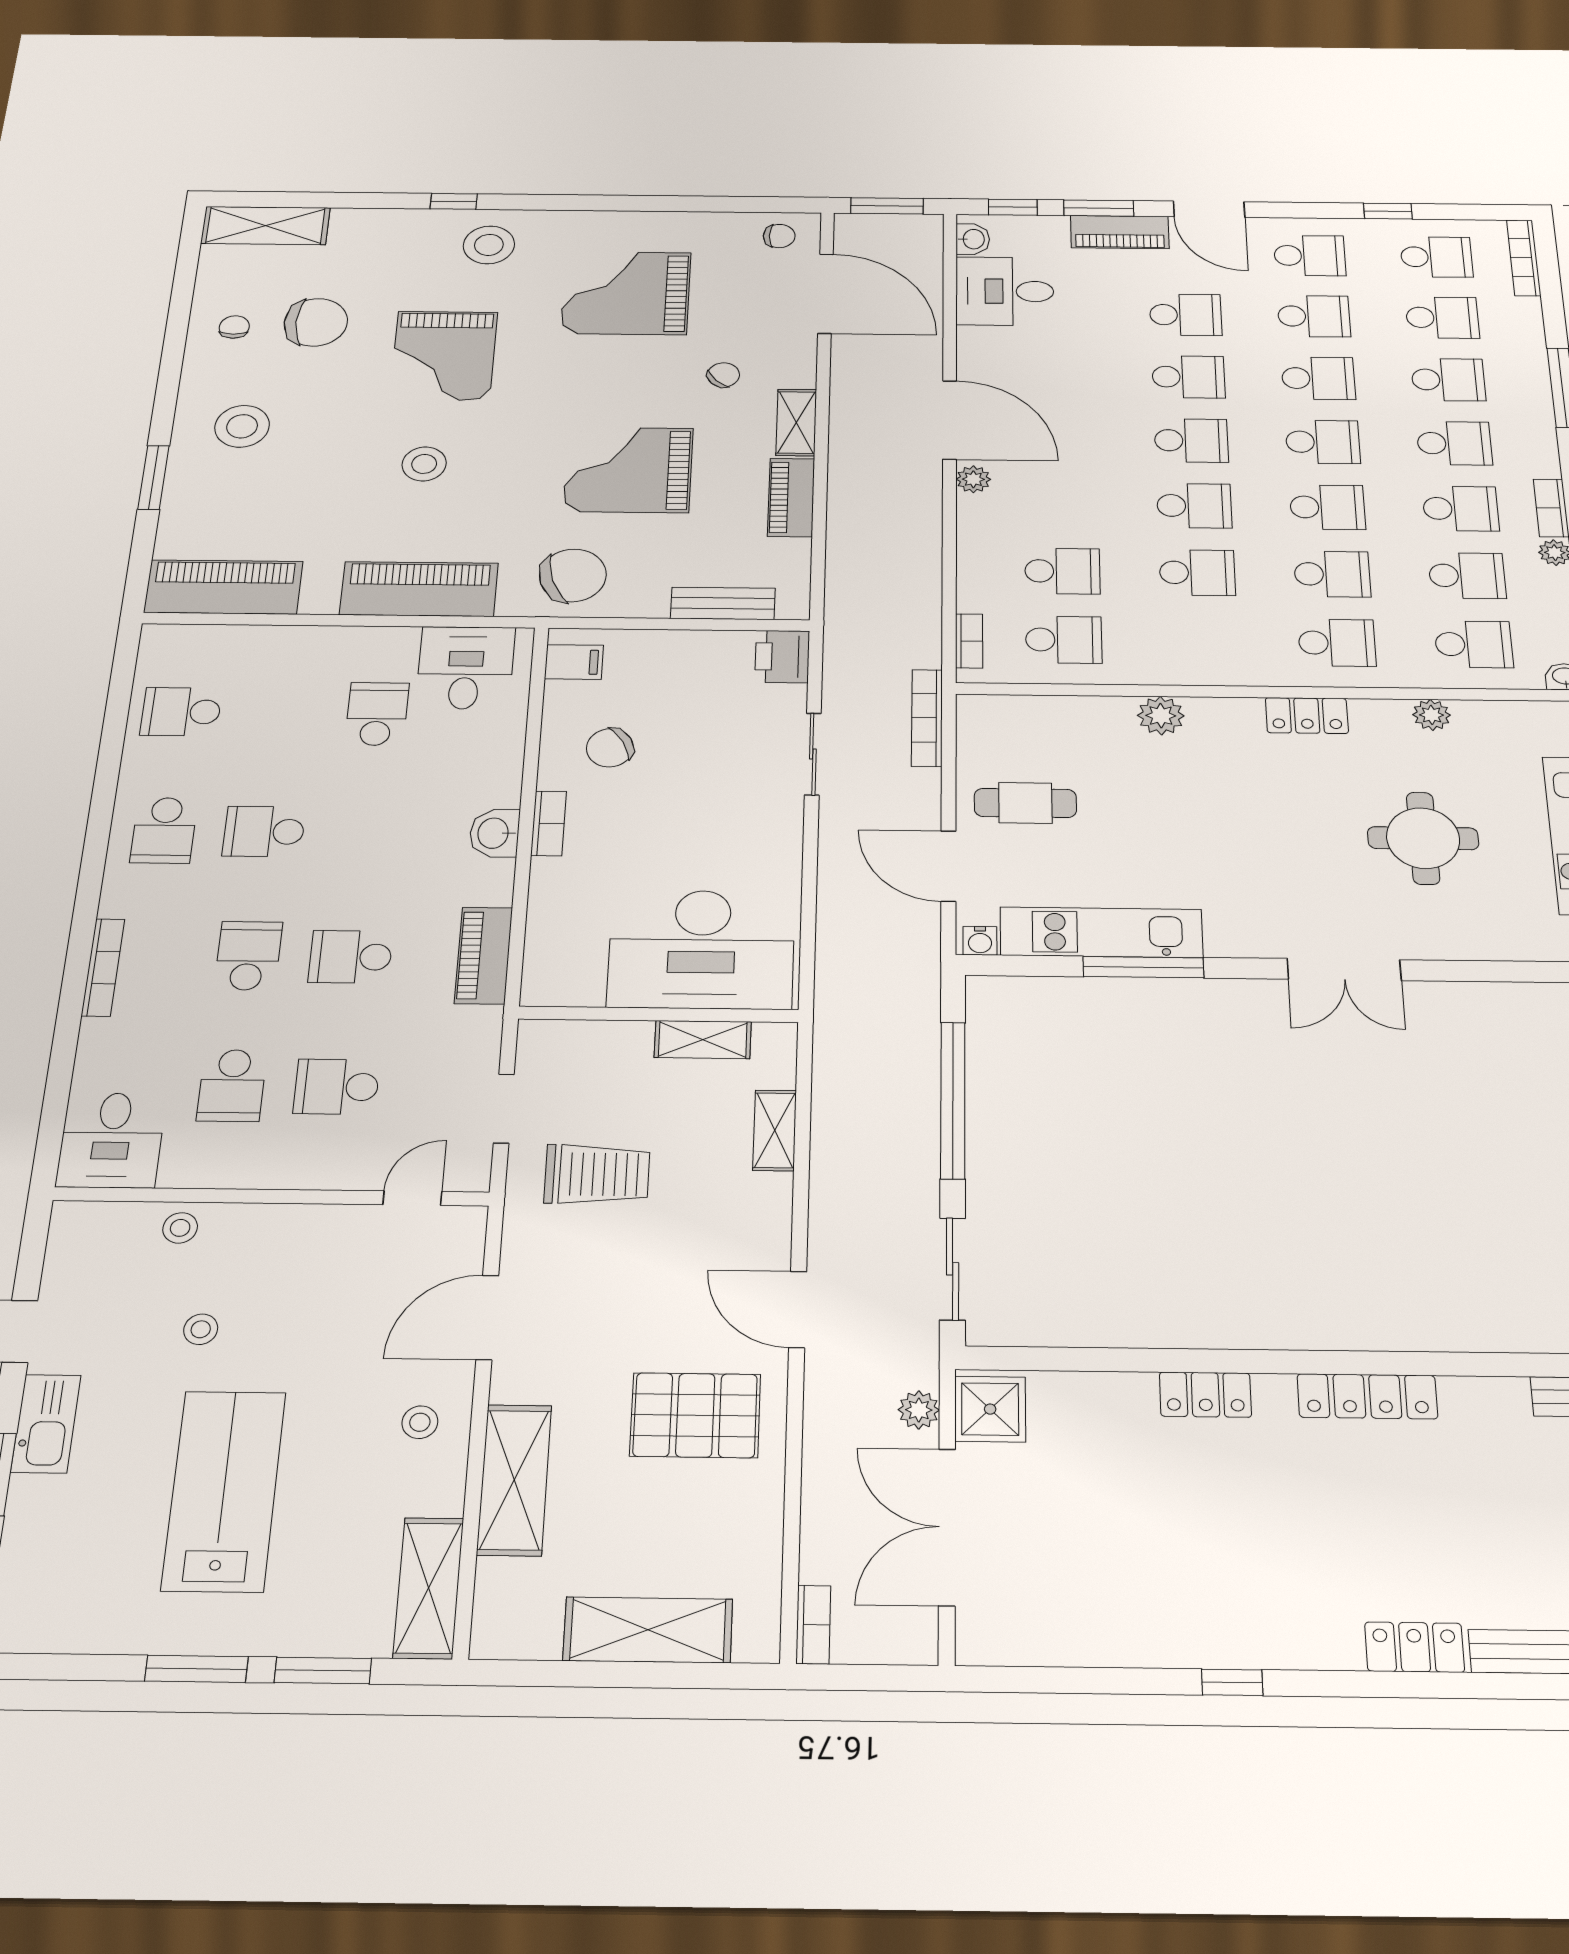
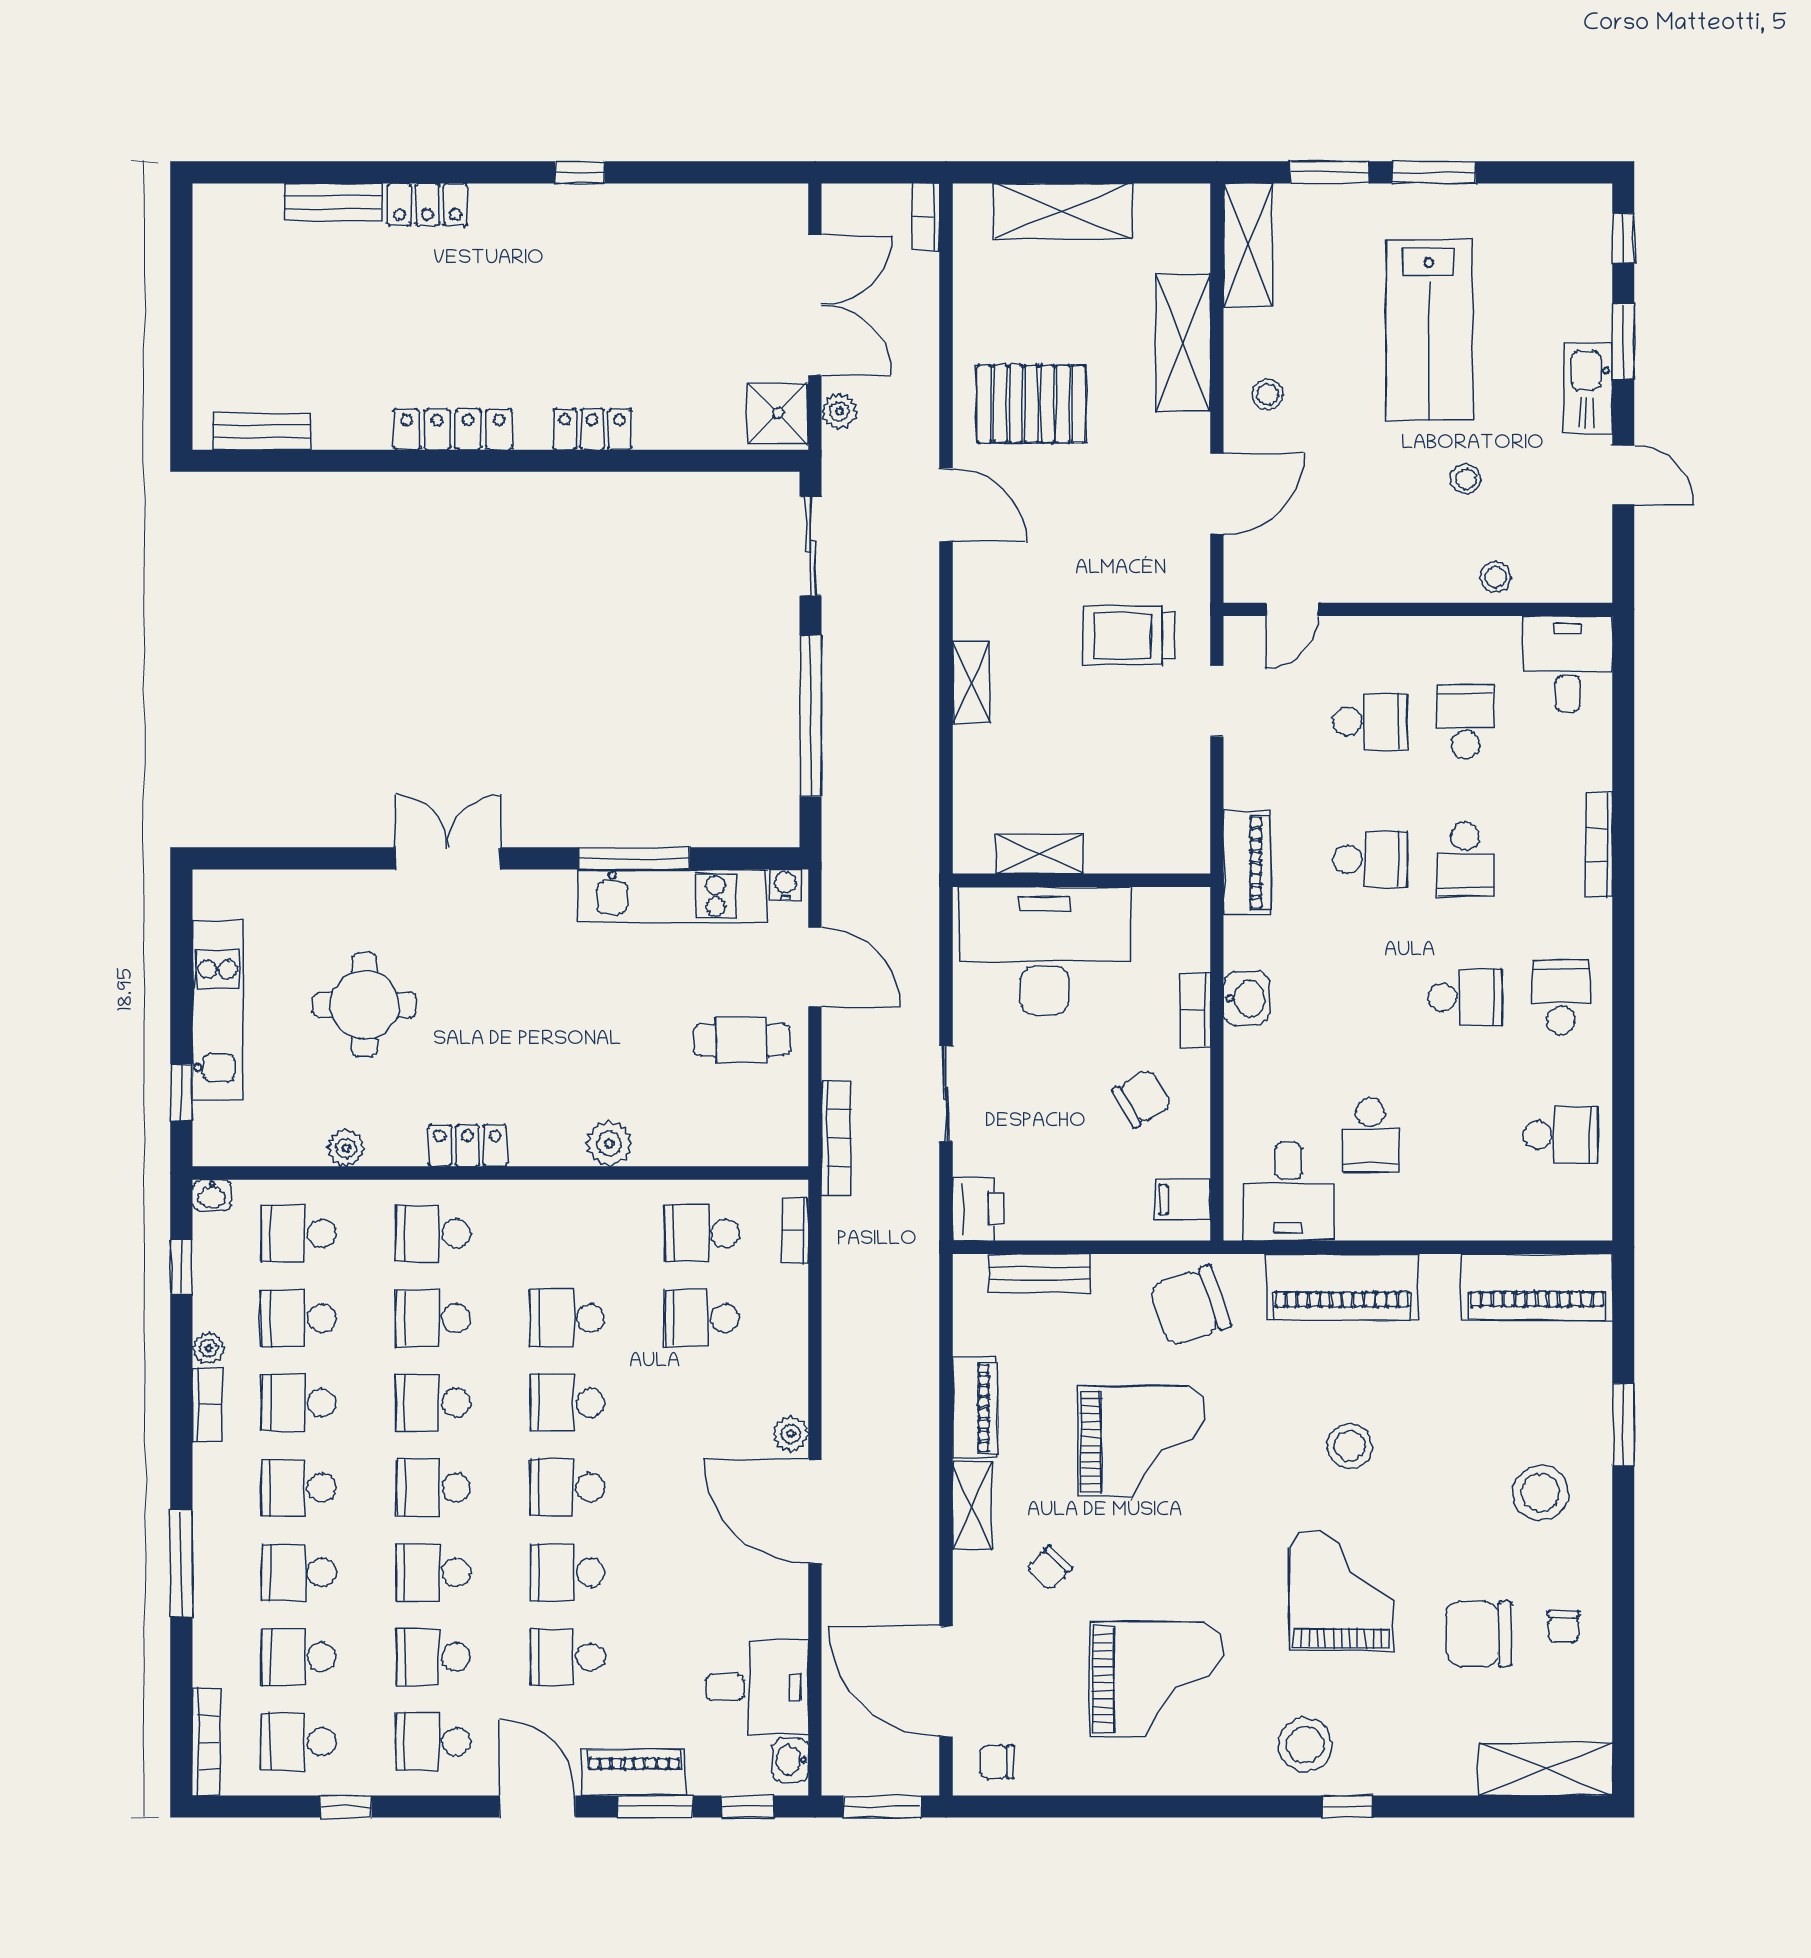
desk: (701, 949) -> (1045, 951), moved
wall: (658, 1014) -> (1081, 880), moved
shelving: (703, 1040) -> (1040, 854), moved

